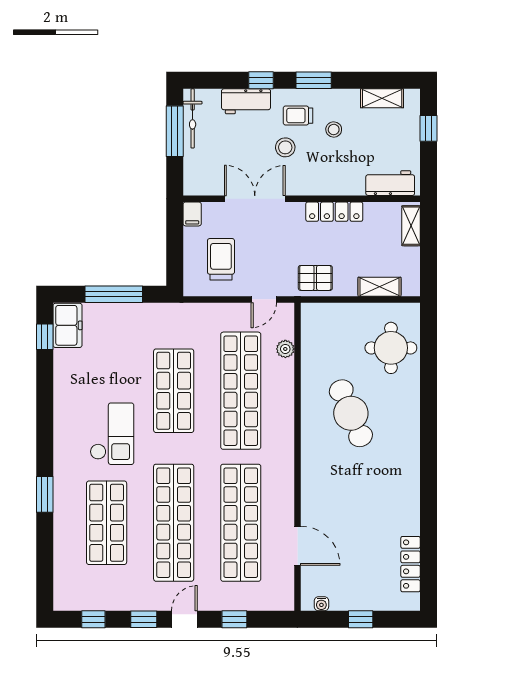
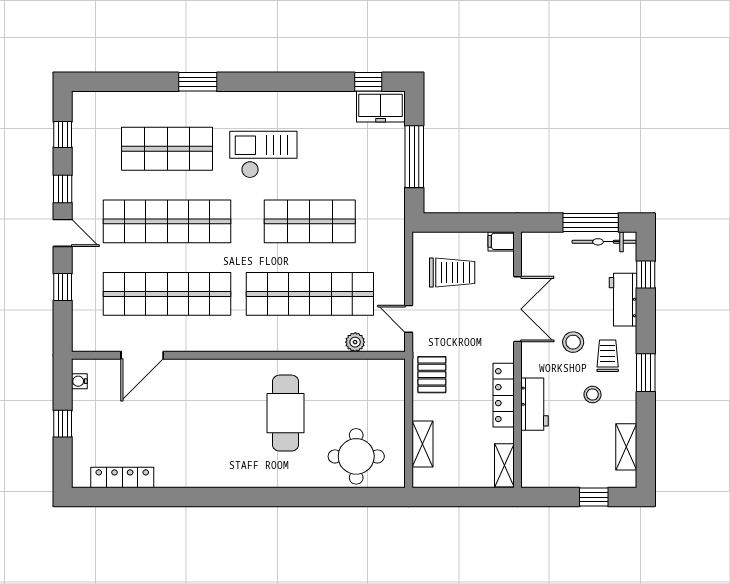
window: (261, 80) -> (646, 275), moved
workbench: (390, 183) -> (535, 404), moved
shelving: (411, 226) -> (504, 465), moved, turned 90
cafe table: (351, 413) -> (285, 413), turned -67
checkout: (112, 434) -> (263, 155), turned 180

